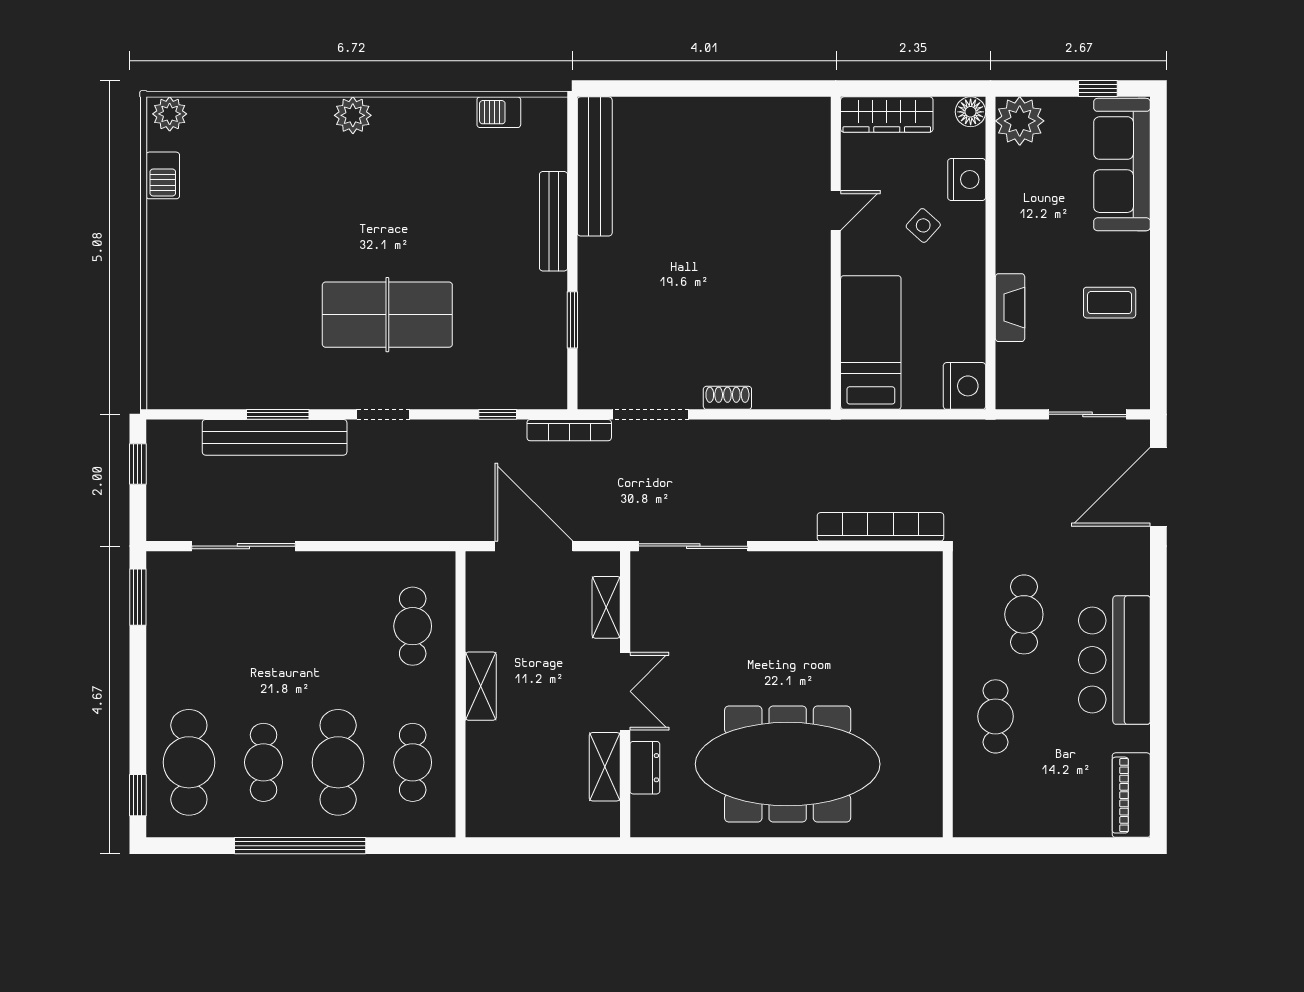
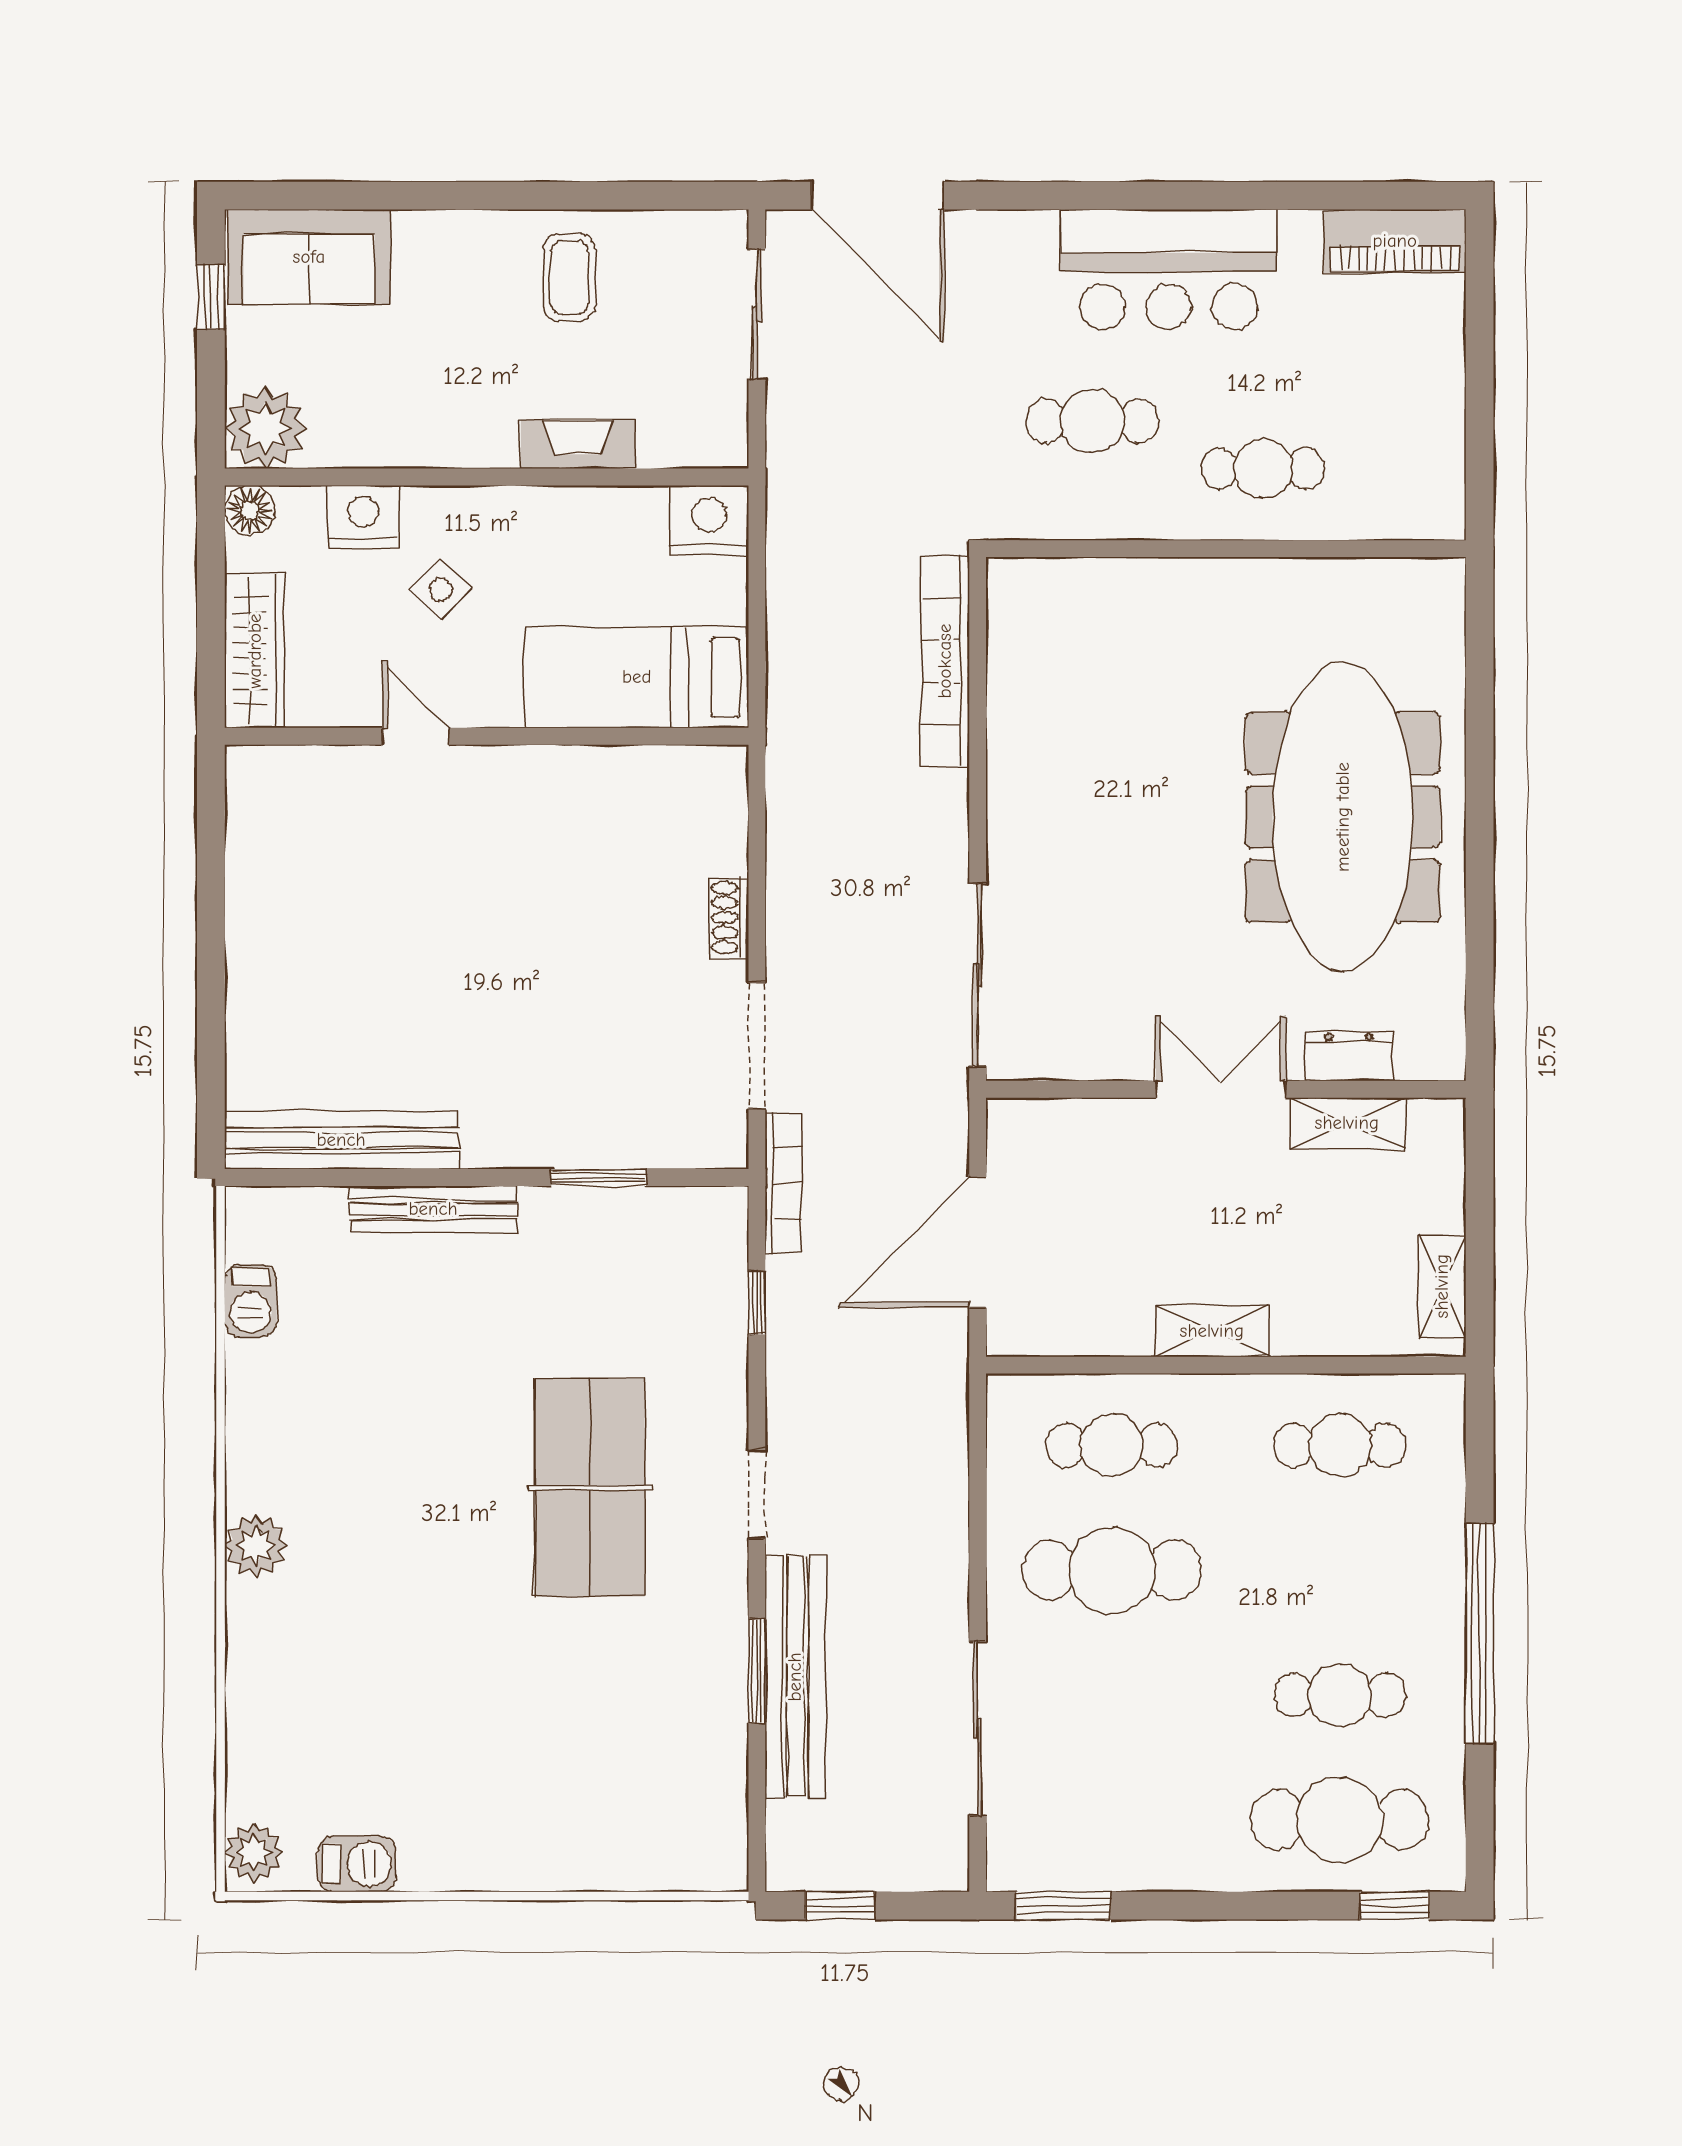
sofa: (1122, 165) -> (309, 257), width x0.73
shelving: (606, 607) -> (1442, 1286), moved, turned 90
cafe table: (338, 762) -> (1112, 1570), moved

